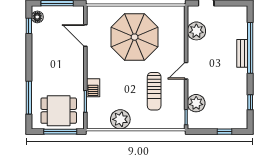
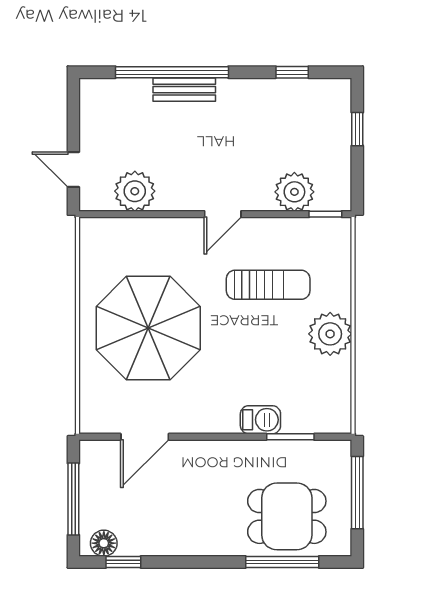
door: (186, 71) -> (223, 214), hinge flipped
dining table: (59, 111) -> (287, 516), moved, turned 90
plant: (120, 119) -> (330, 334), moved

